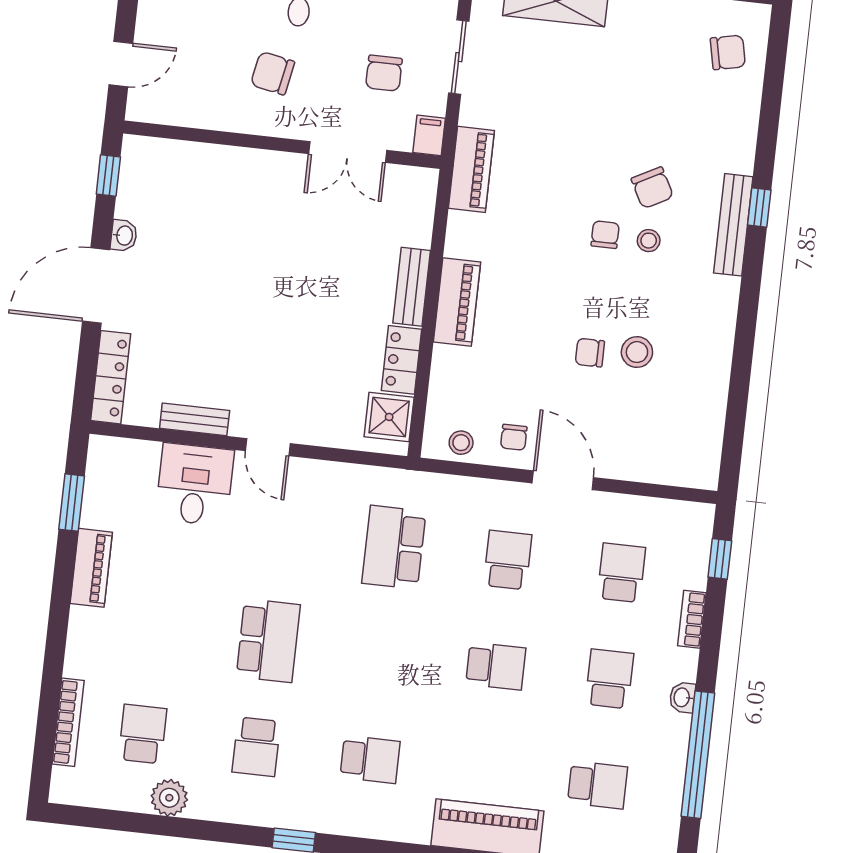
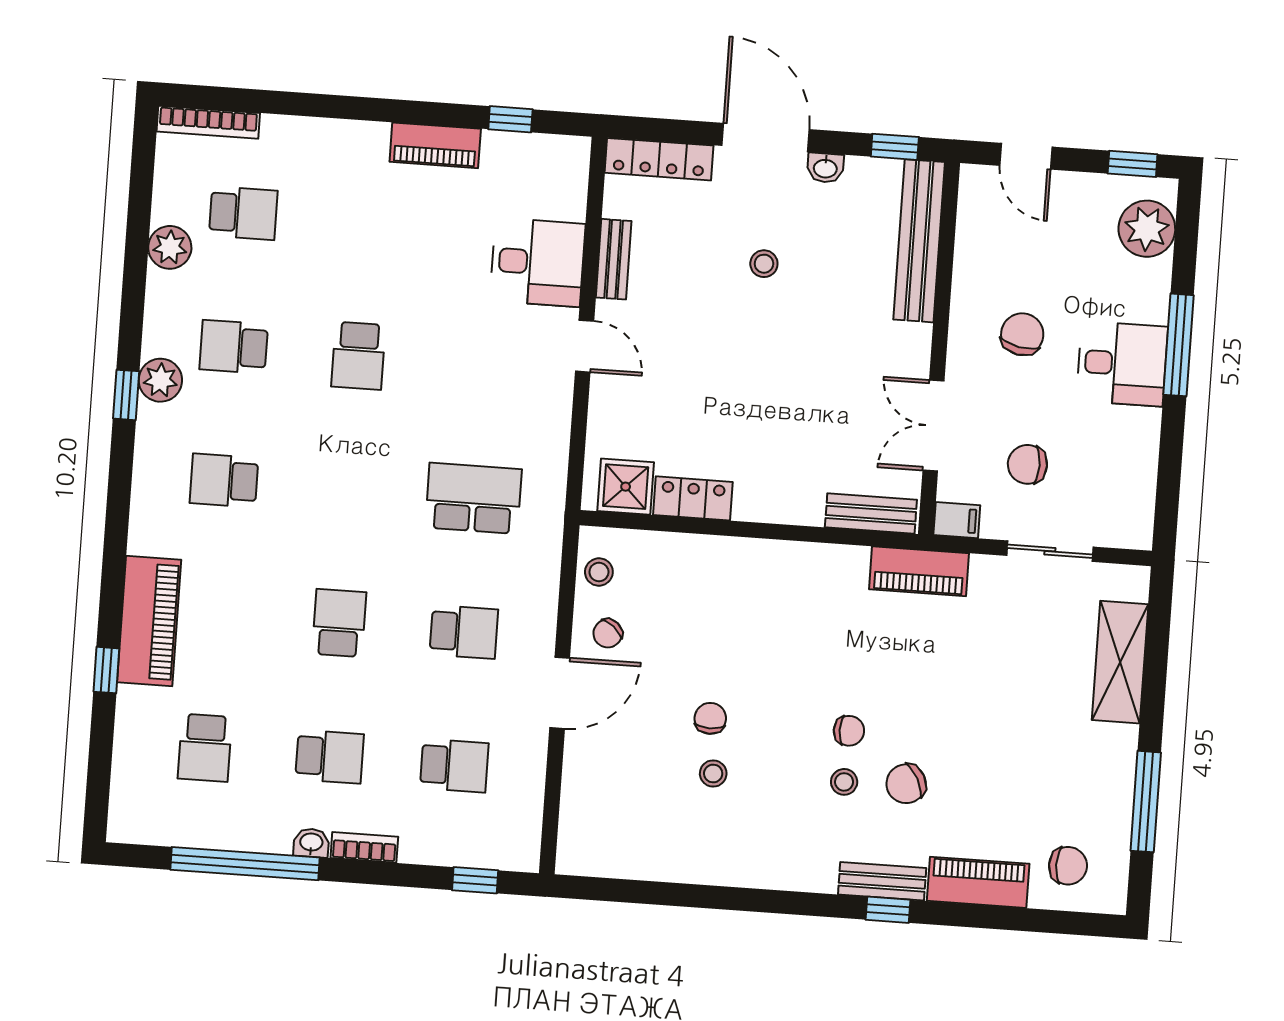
chair: (728, 52) -> (1068, 866), turned -78
bench: (189, 158) -> (919, 241), added
bench: (733, 225) -> (882, 881), width x0.73
bench: (412, 287) -> (871, 514), moved
stool: (204, 291) -> (764, 264), added
piano: (457, 302) -> (978, 882), moved, turned 180
stool: (637, 352) -> (713, 774), width x0.73, depth x0.73
chair: (514, 437) -> (608, 633), turned -50
door: (268, 447) -> (585, 346), swing flipped
window: (72, 503) -> (510, 119), width x0.67
bookcase: (692, 619) -> (364, 847), moved
school desk: (268, 641) -> (358, 356), width x0.54
school desk: (496, 666) -> (339, 623), turned 180
bookcase: (68, 722) -> (208, 122), moved
school desk: (370, 759) -> (224, 480), turned 90
plant: (282, 810) -> (160, 380), added

